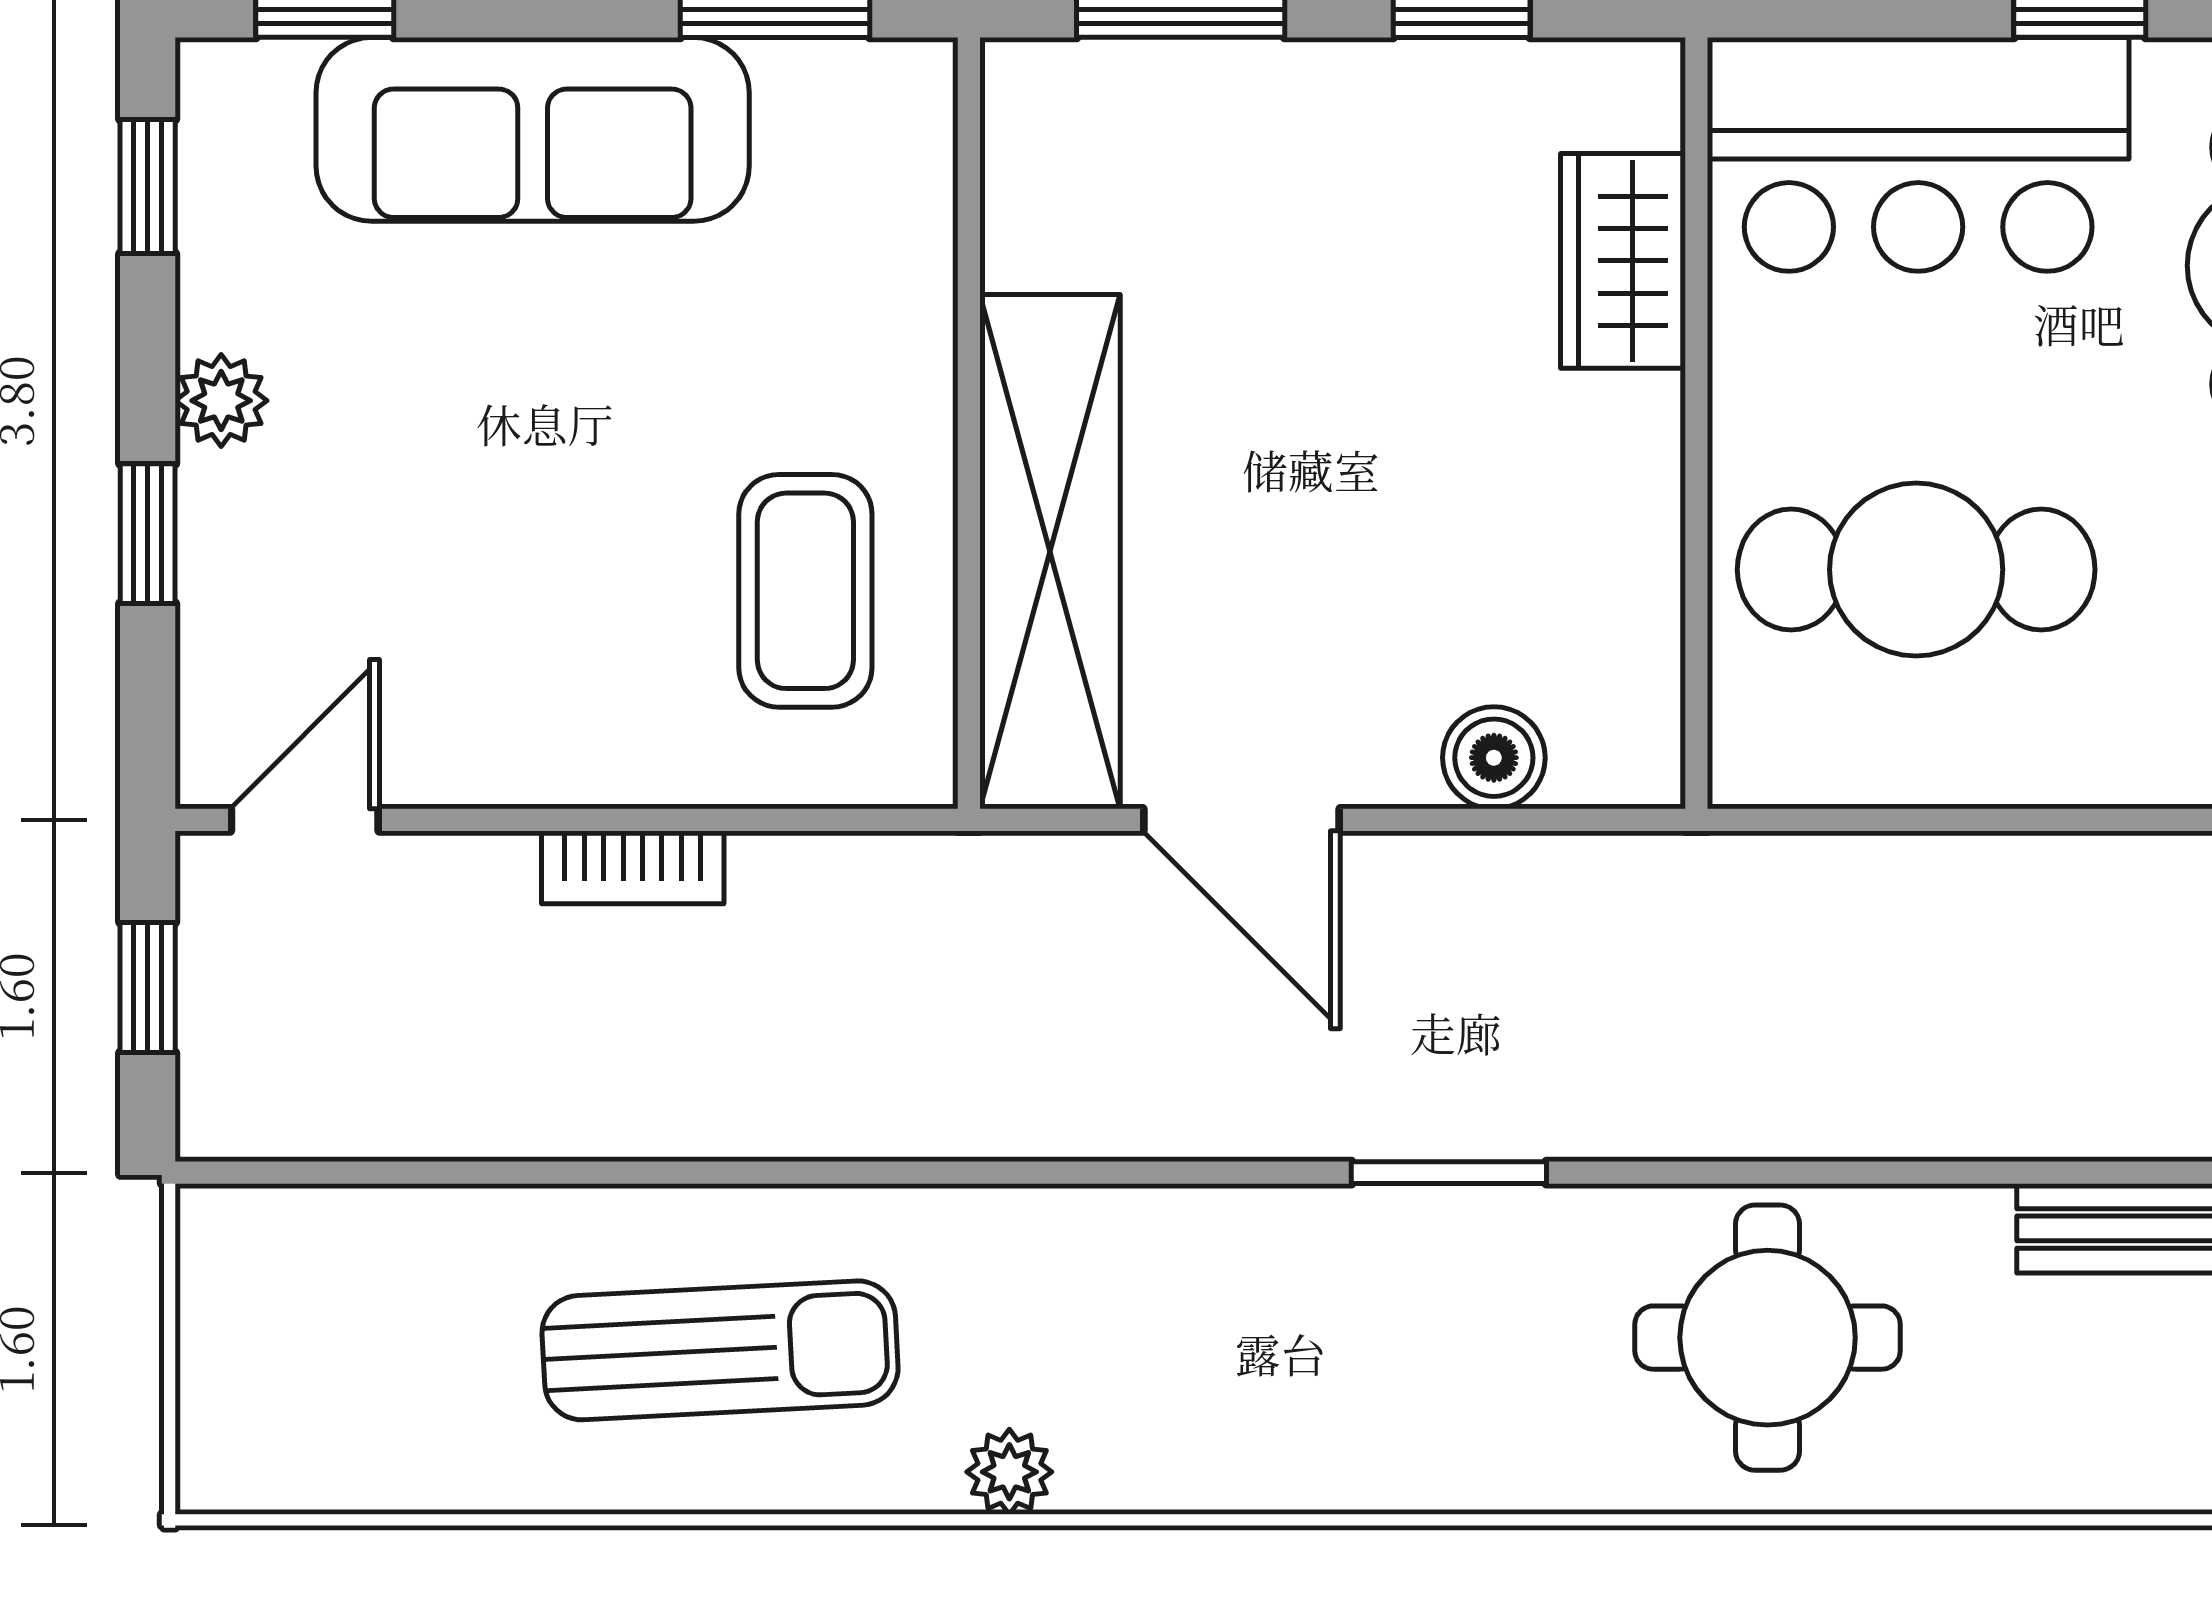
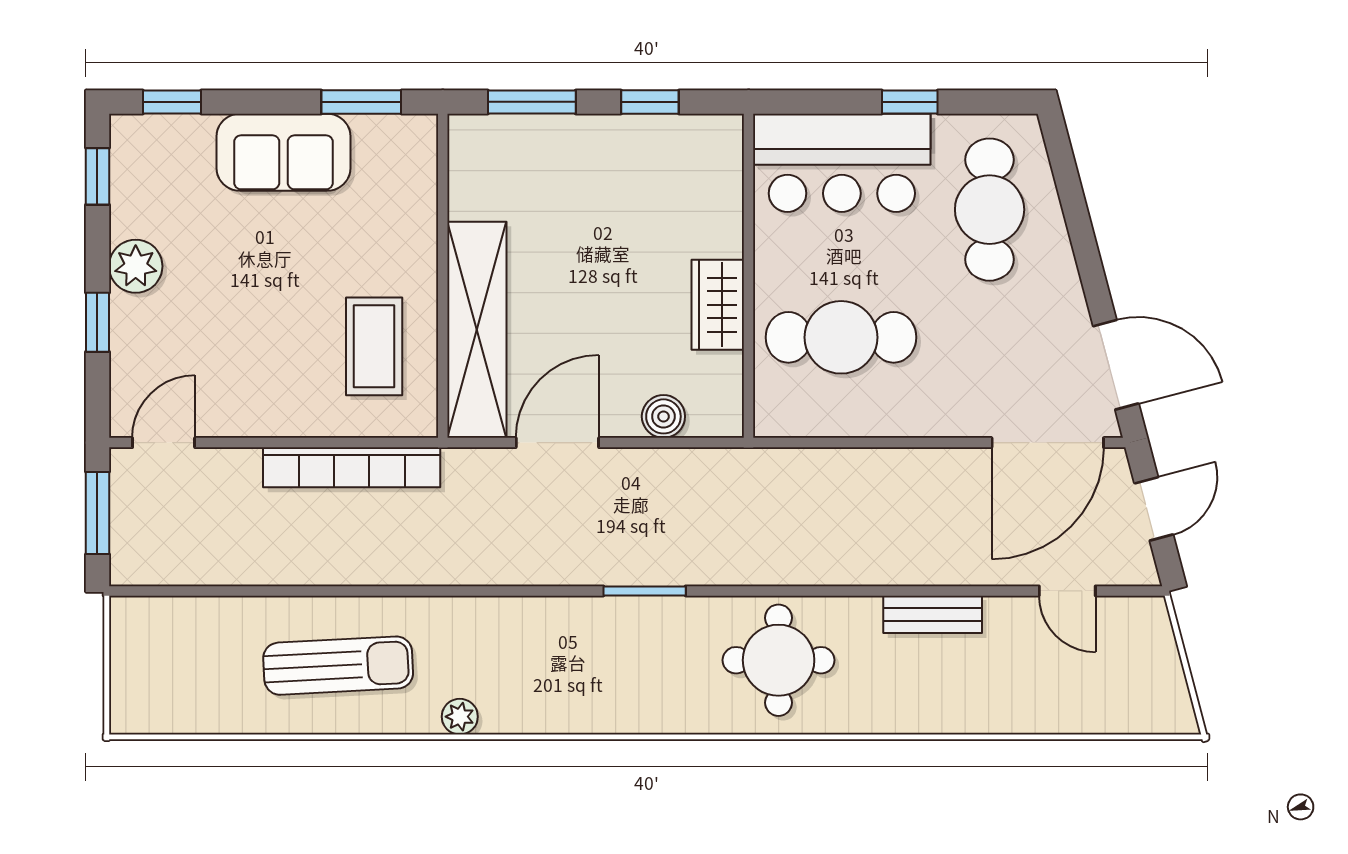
sofa: (533, 129) -> (283, 152), width x0.73
wardrobe: (1623, 261) -> (718, 305), moved
plant: (221, 401) -> (136, 266), width x1.38, depth x1.38
door: (1241, 820) -> (557, 443), swing flipped
bookcase: (633, 867) -> (352, 467), width x2.31, depth x1.31
window: (148, 987) -> (97, 513), width x1.50

